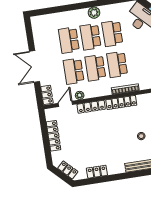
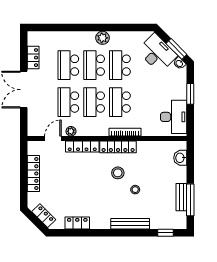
locker: (47, 95) -> (33, 58), moved
stool: (124, 124) -> (118, 173), added

